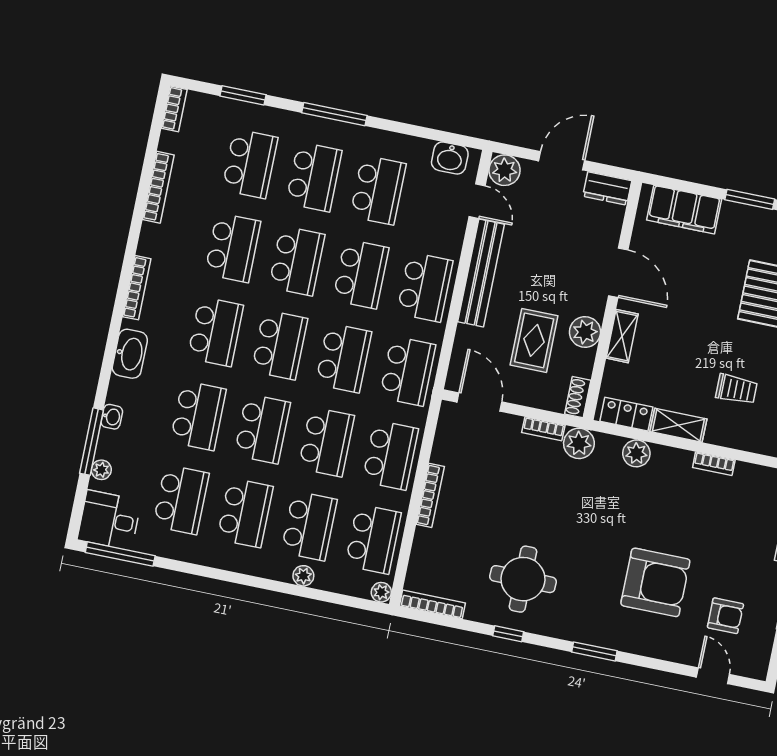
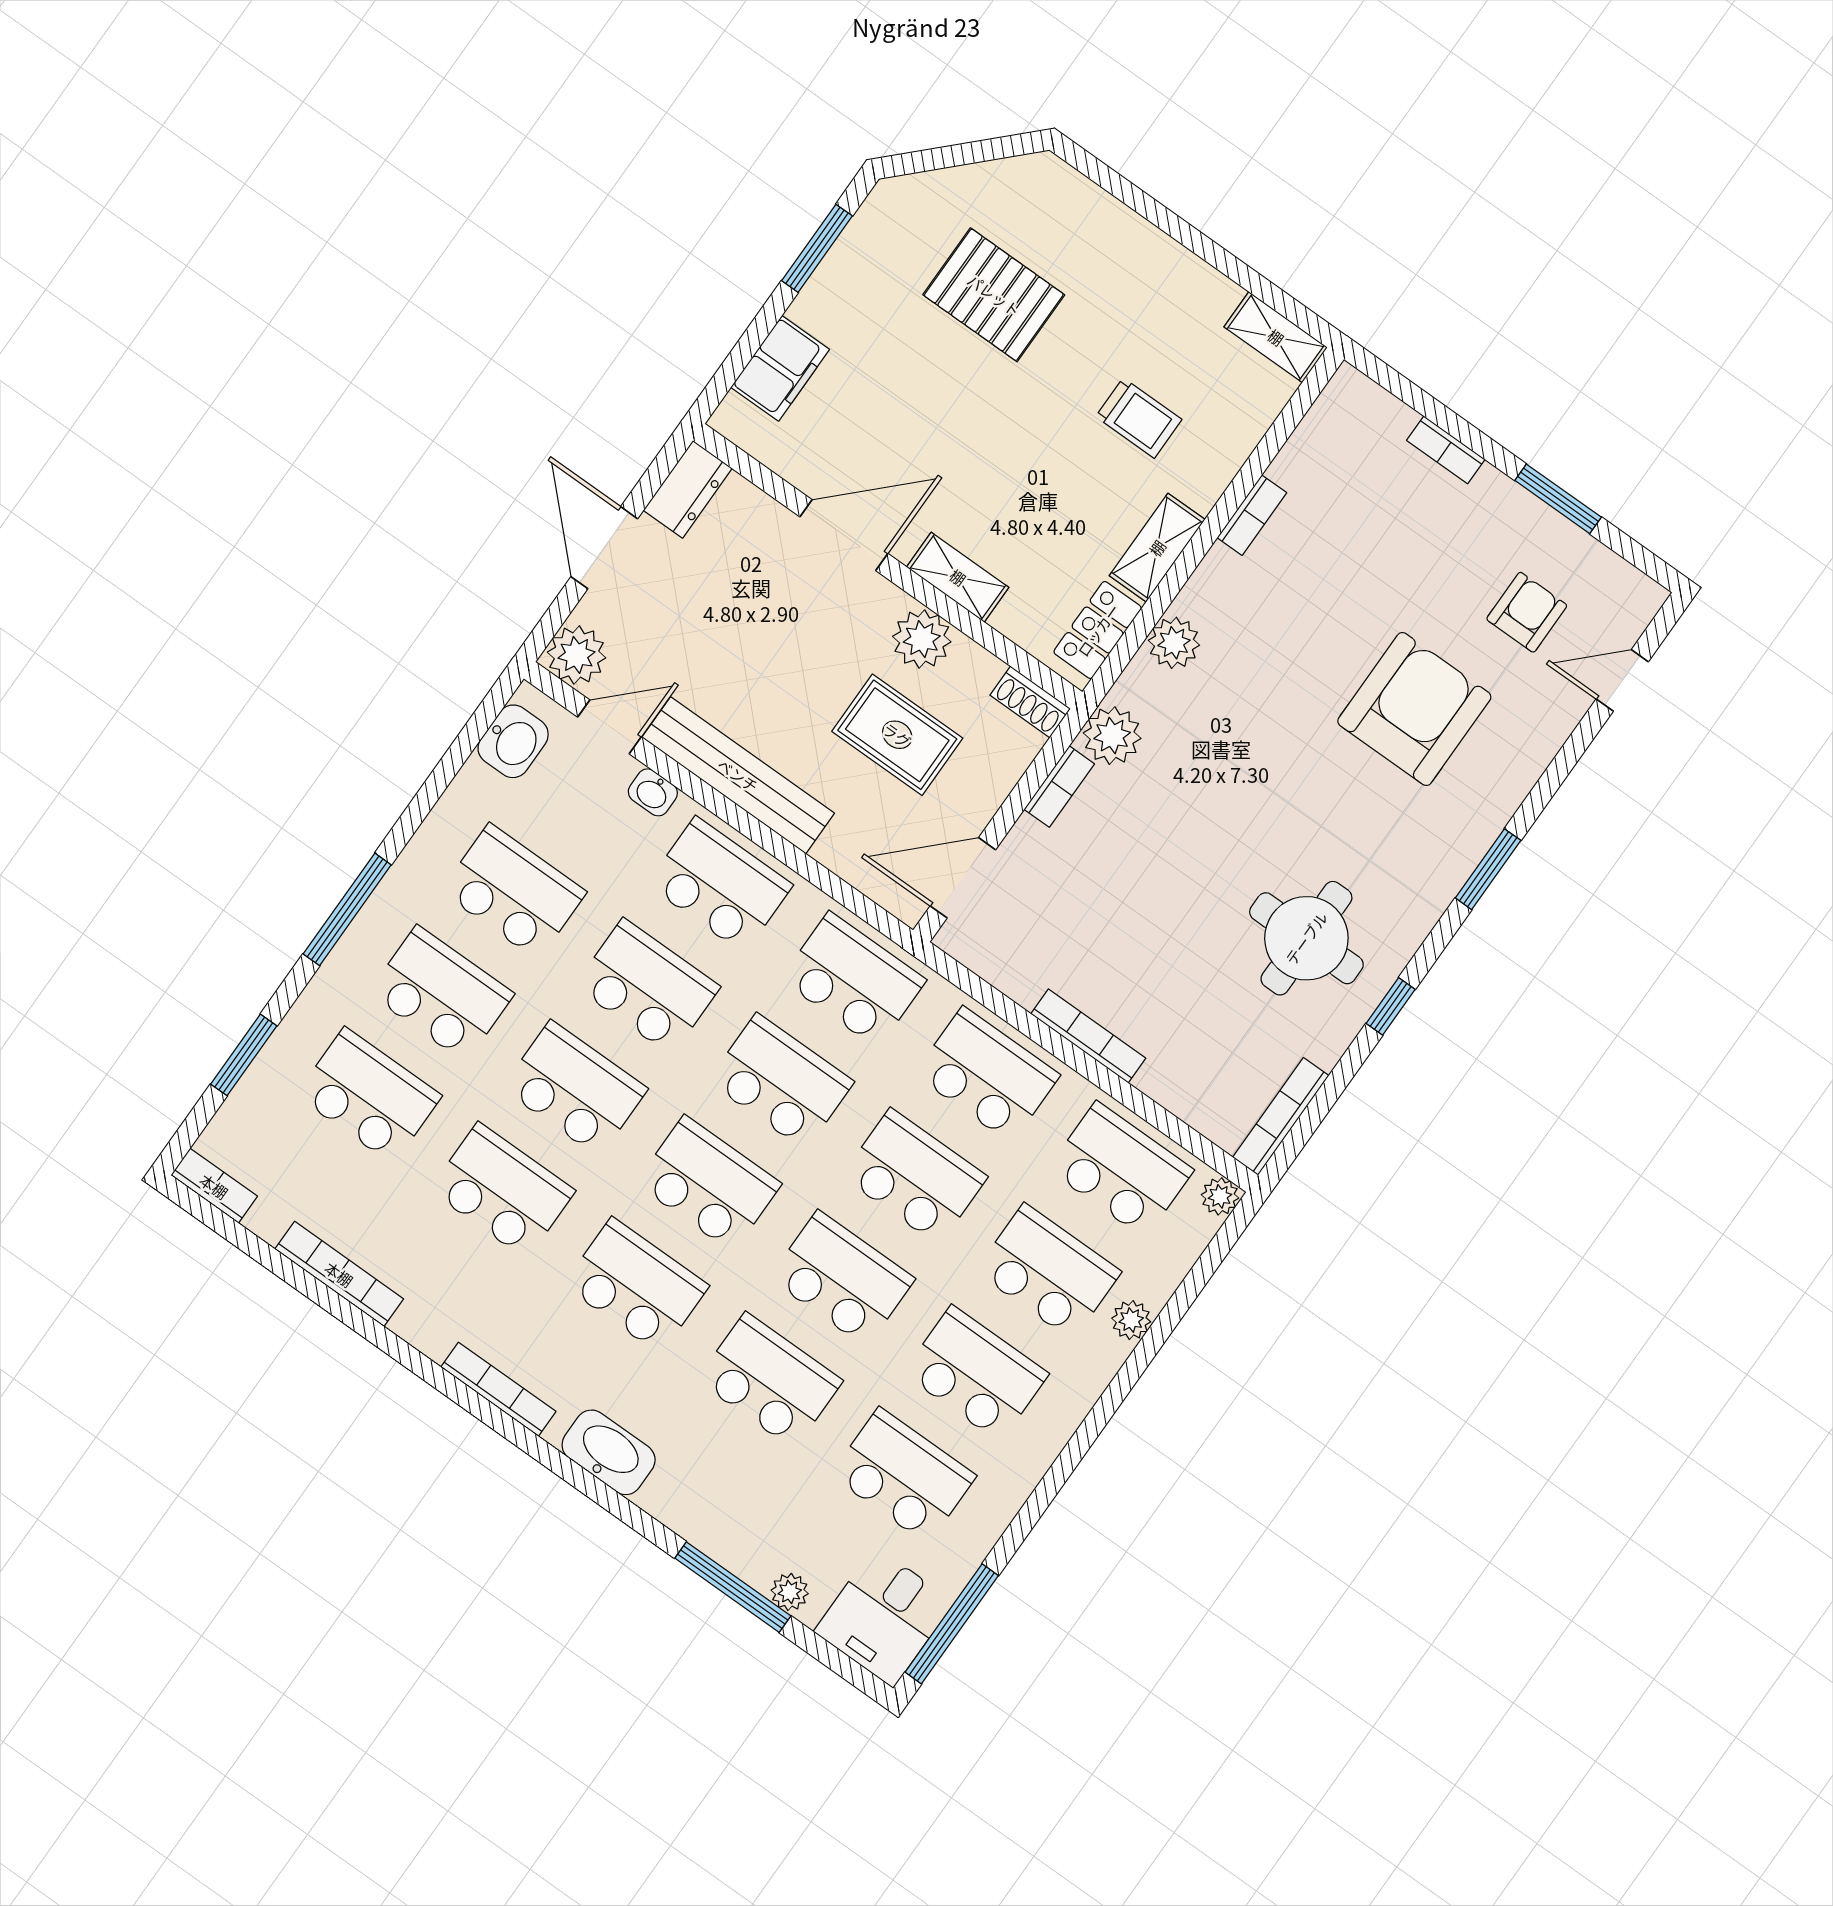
filing cabinet: (684, 210) -> (780, 368), width x0.67, depth x0.86
trolley: (736, 389) -> (1139, 418), turned 90
washbasin: (112, 417) -> (653, 792), moved, turned 180

